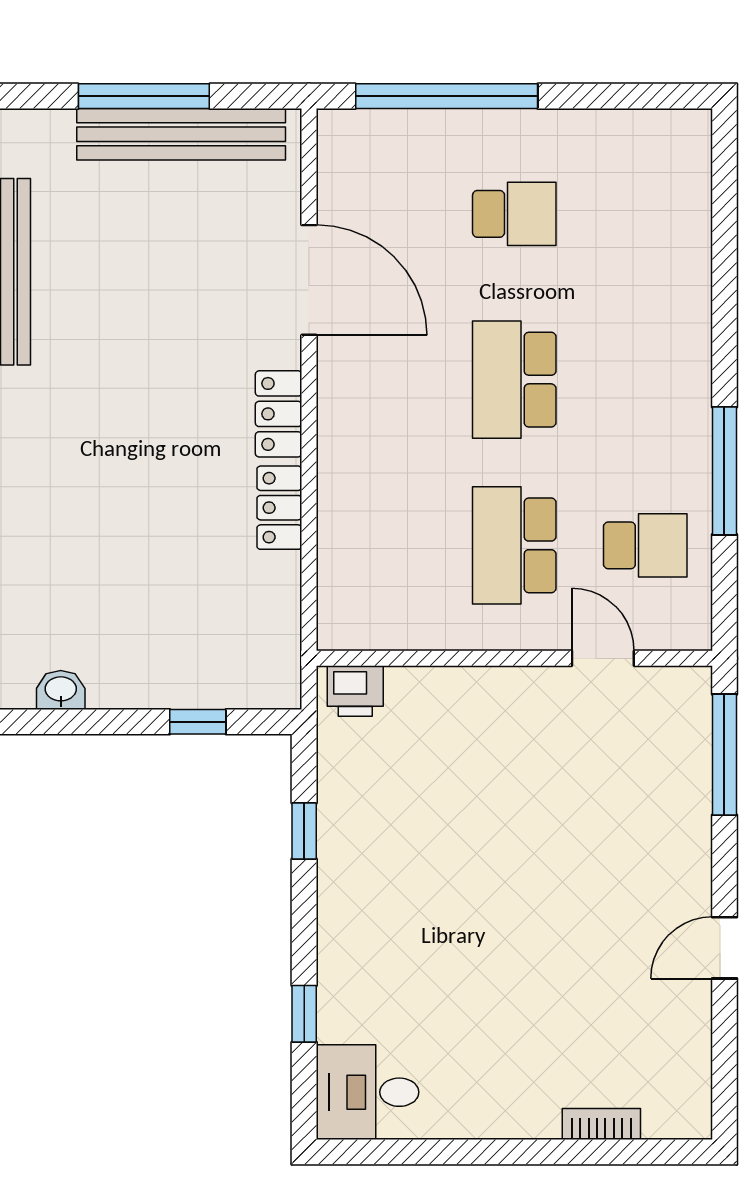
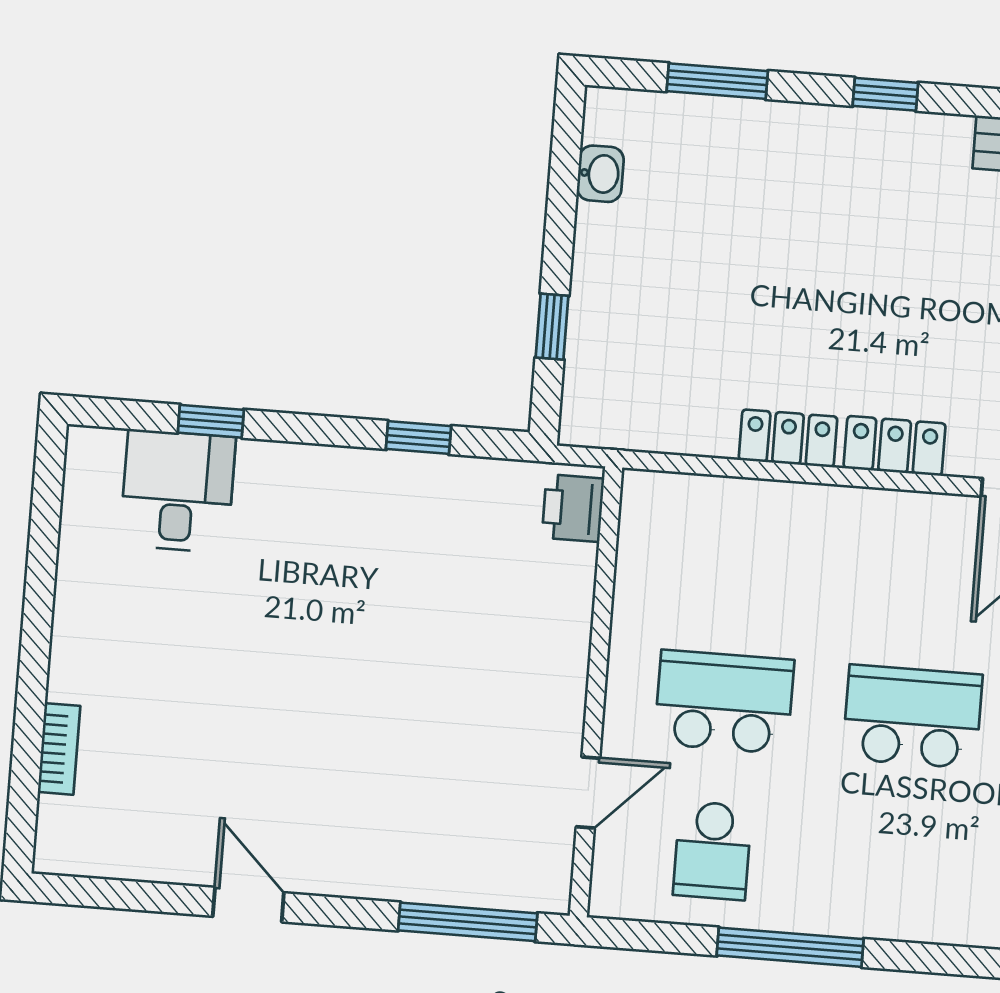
desk: (368, 1092) -> (178, 491), moved

